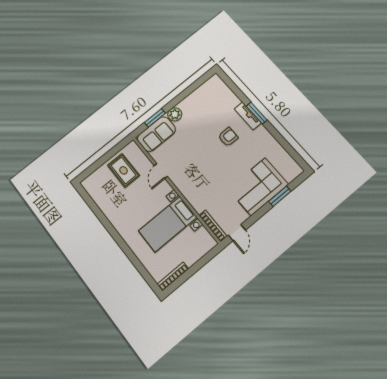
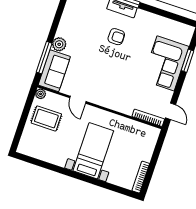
window: (155, 118) -> (44, 58), width x1.44
armchair: (228, 137) -> (116, 37), turned 90
plant: (132, 146) -> (41, 94), added
bed with nightstands: (168, 224) -> (93, 151), moved, turned 180

